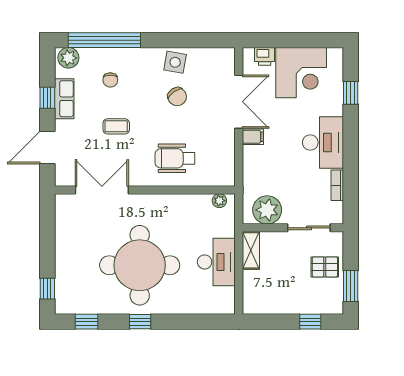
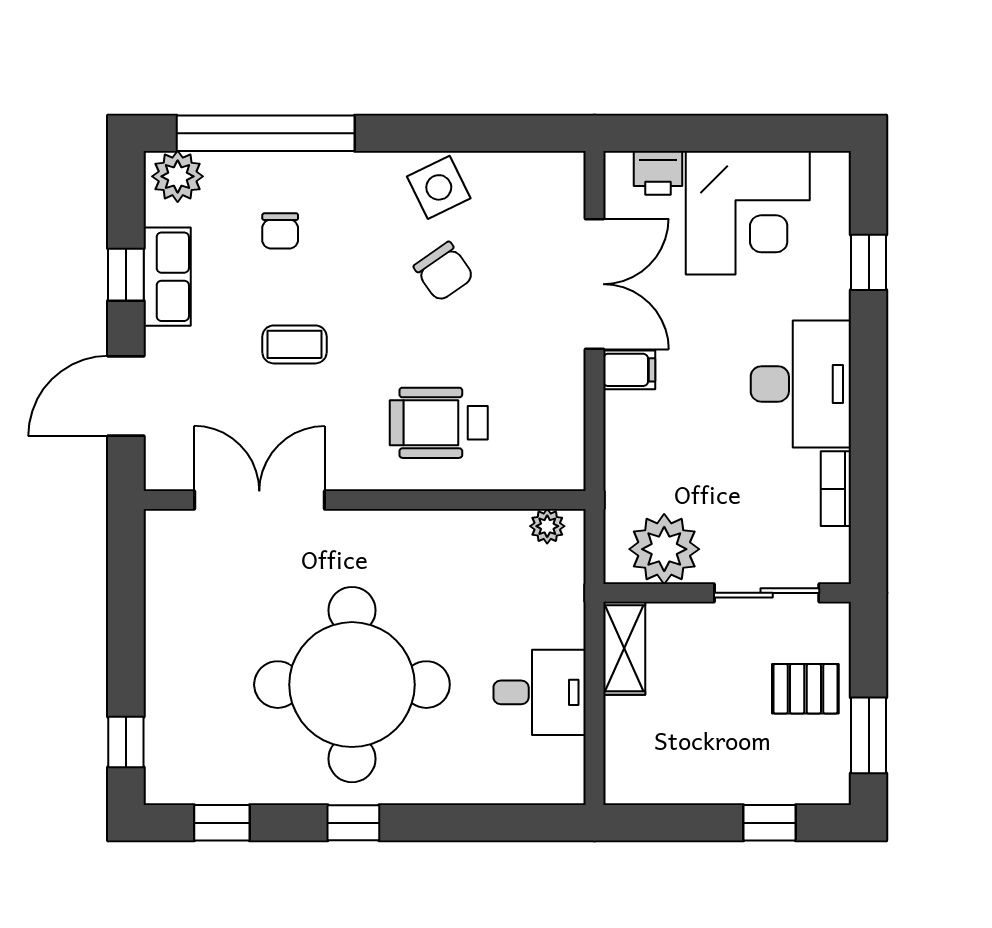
side table: (175, 62) -> (439, 187), turned -36
desk: (216, 262) -> (540, 692), width x0.73

